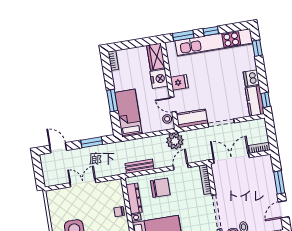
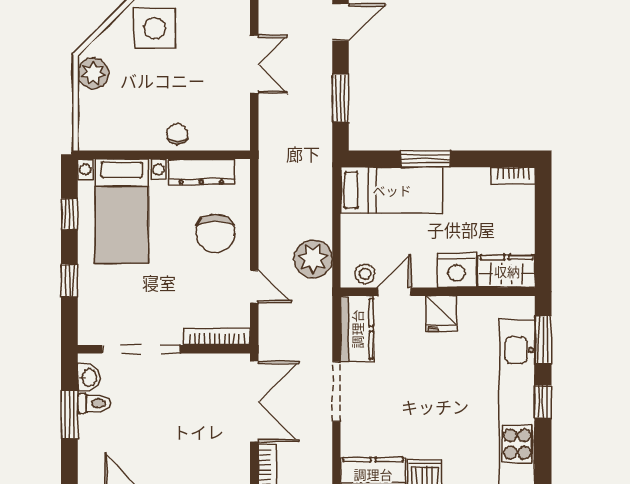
plant: (175, 141) -> (313, 259), moved
bench: (139, 166) -> (270, 195), removed

